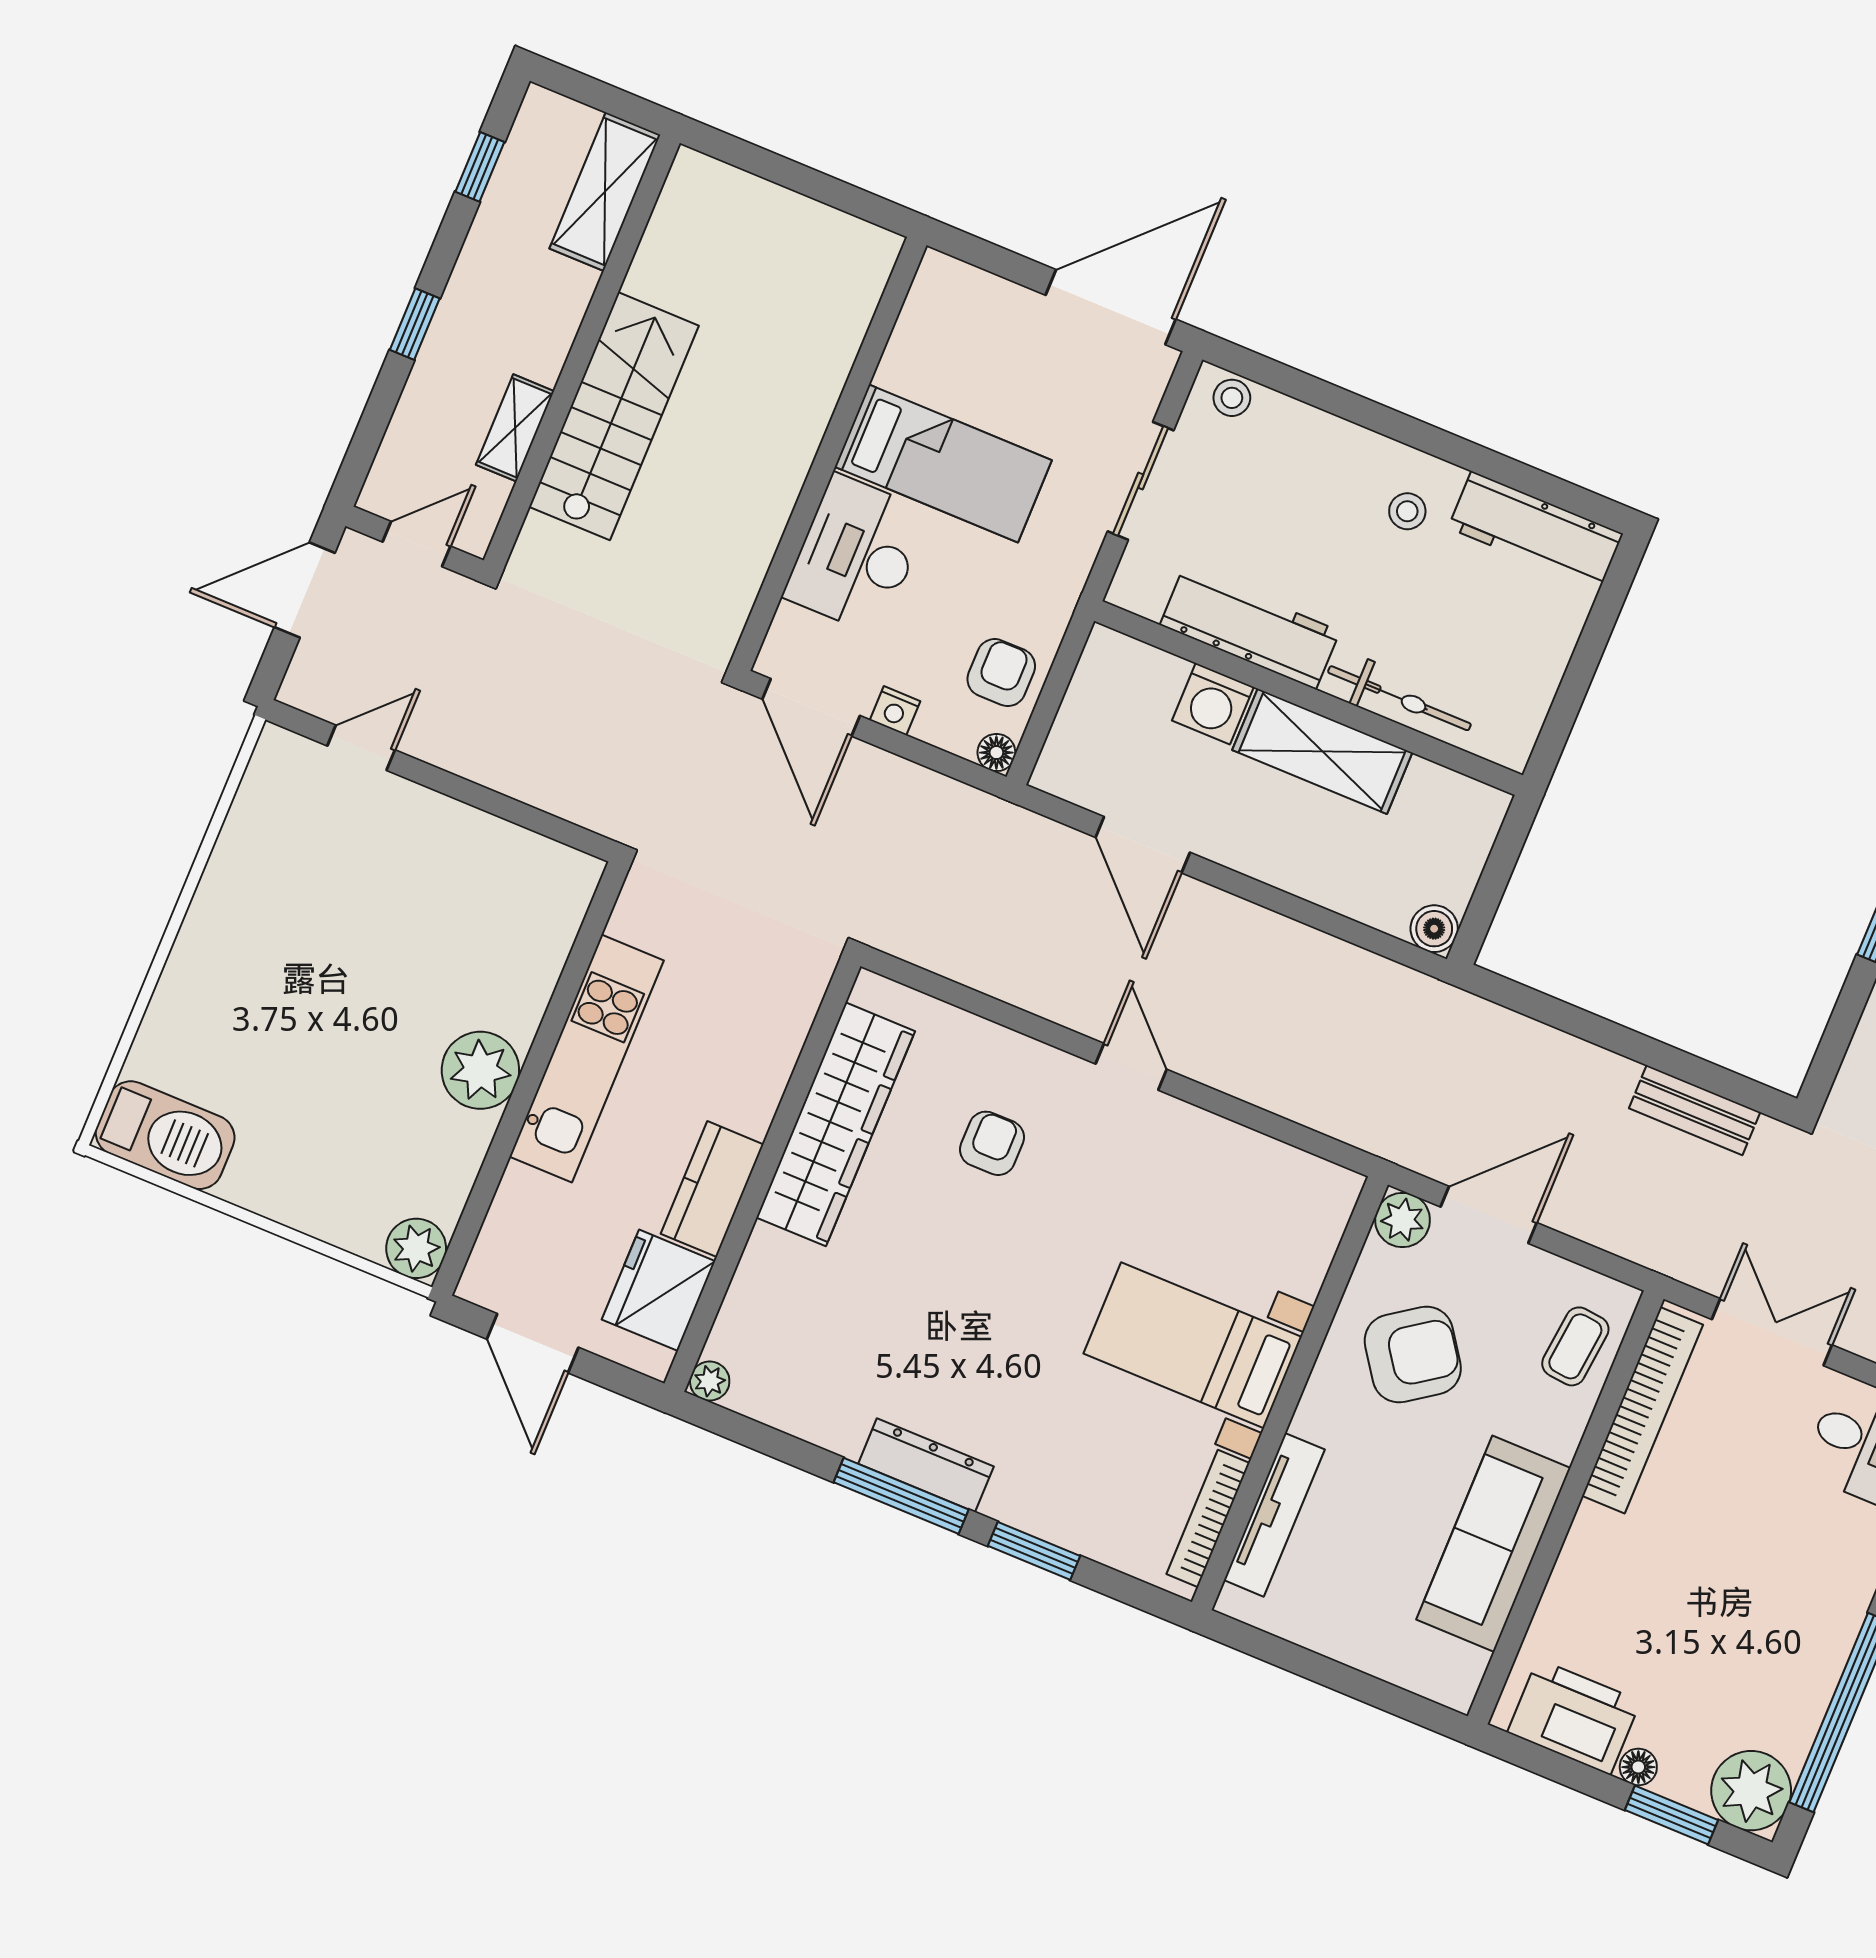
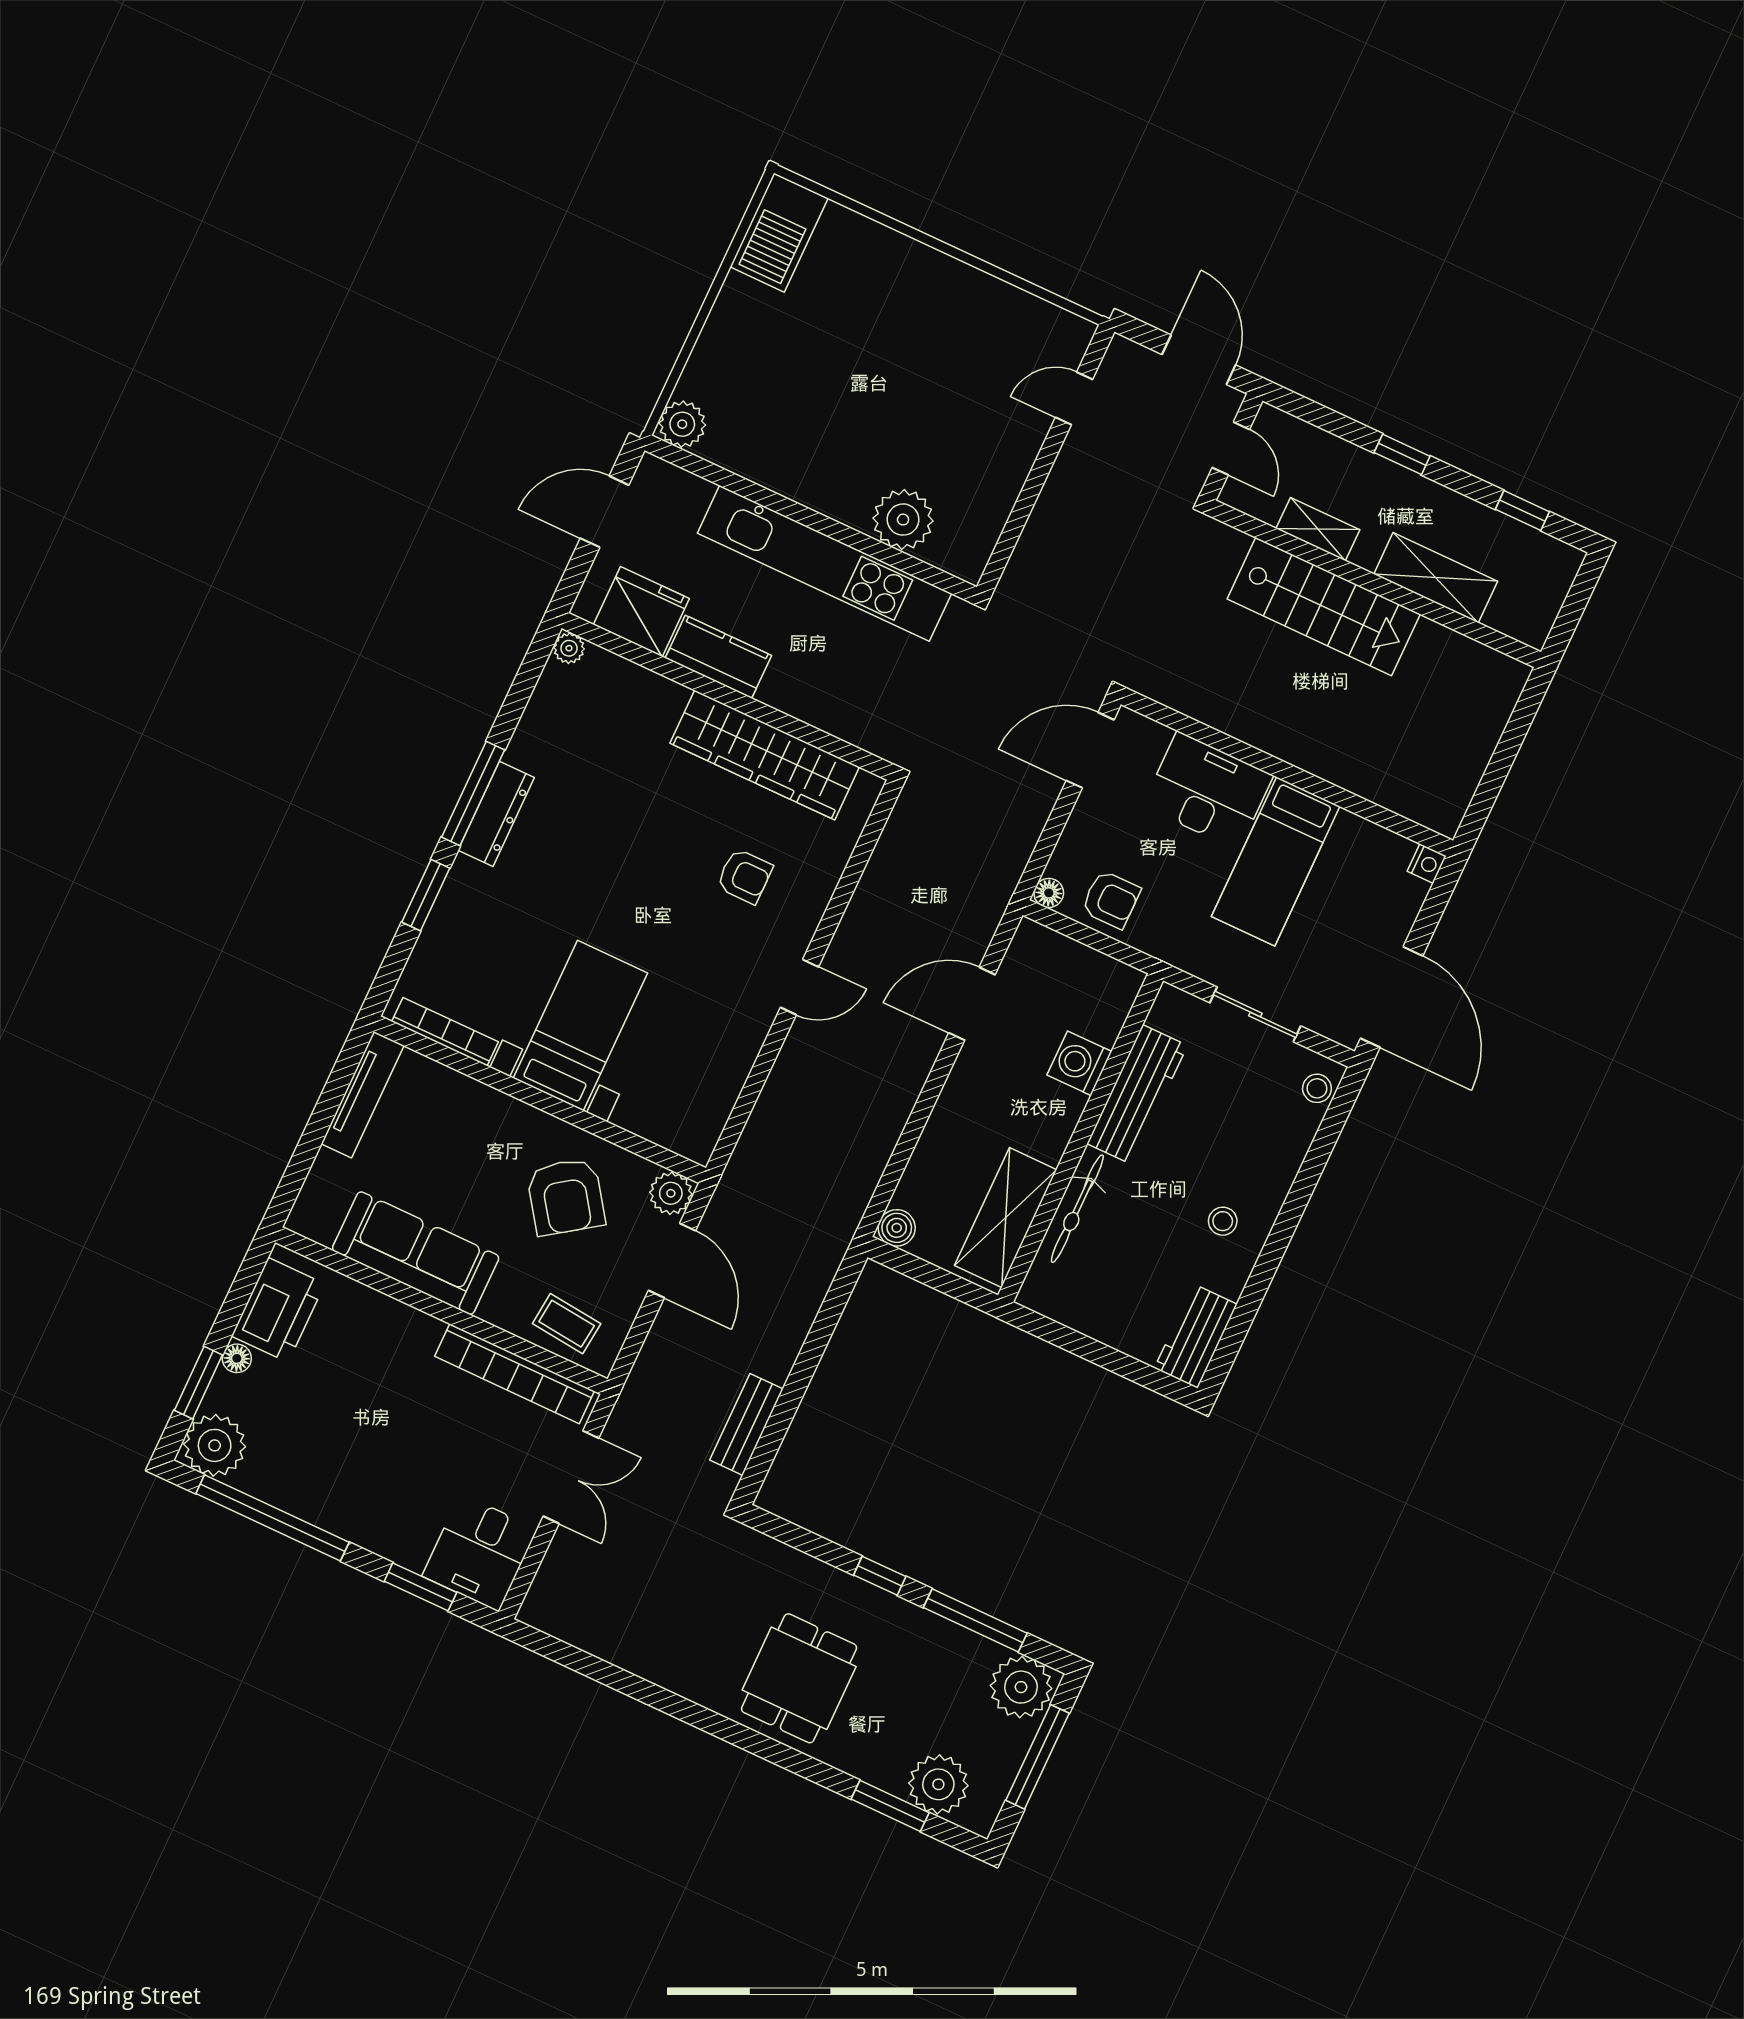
shelving: (605, 192) -> (1436, 578), moved
workbench: (1535, 531) -> (1196, 1336), width x0.73
nightstand: (895, 711) -> (1427, 864), moved, turned 180
door: (361, 748) -> (1074, 398), swing flipped
shelving: (1322, 751) -> (1006, 1218), moved
kitchen unit: (587, 1058) -> (824, 563), width x1.36
plant: (480, 1070) -> (903, 520), moved
tv unit: (1274, 1515) -> (363, 1095), moved, turned -90

